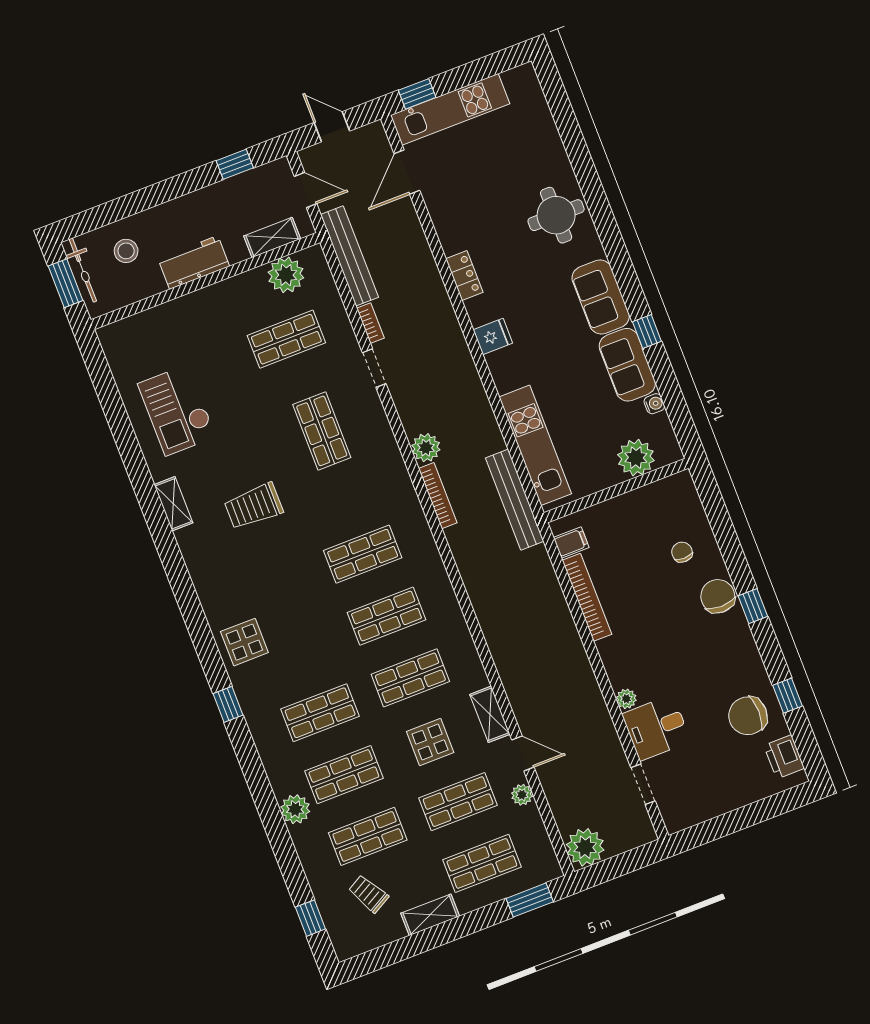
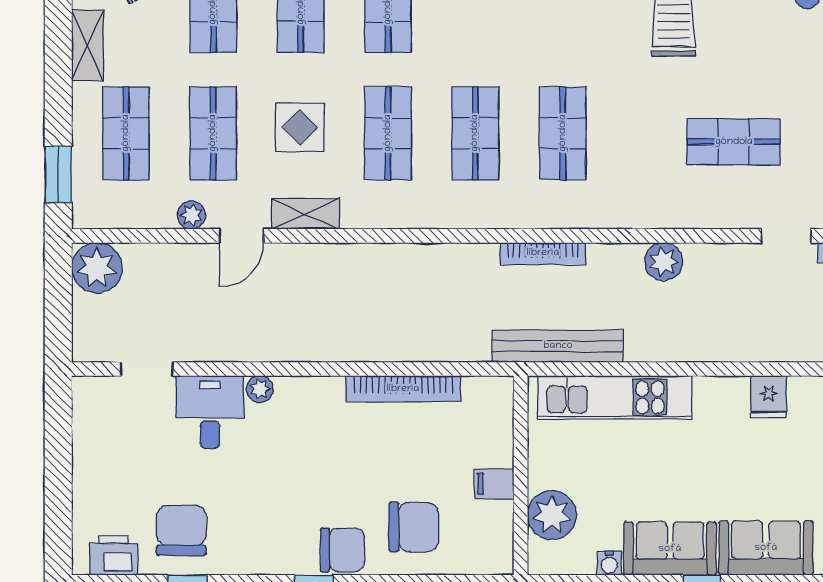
bookcase: (438, 496) -> (543, 253), moved
filing cabinet: (571, 543) -> (494, 484), moved, turned 90
chair: (682, 552) -> (414, 527), width x1.87, depth x1.87

